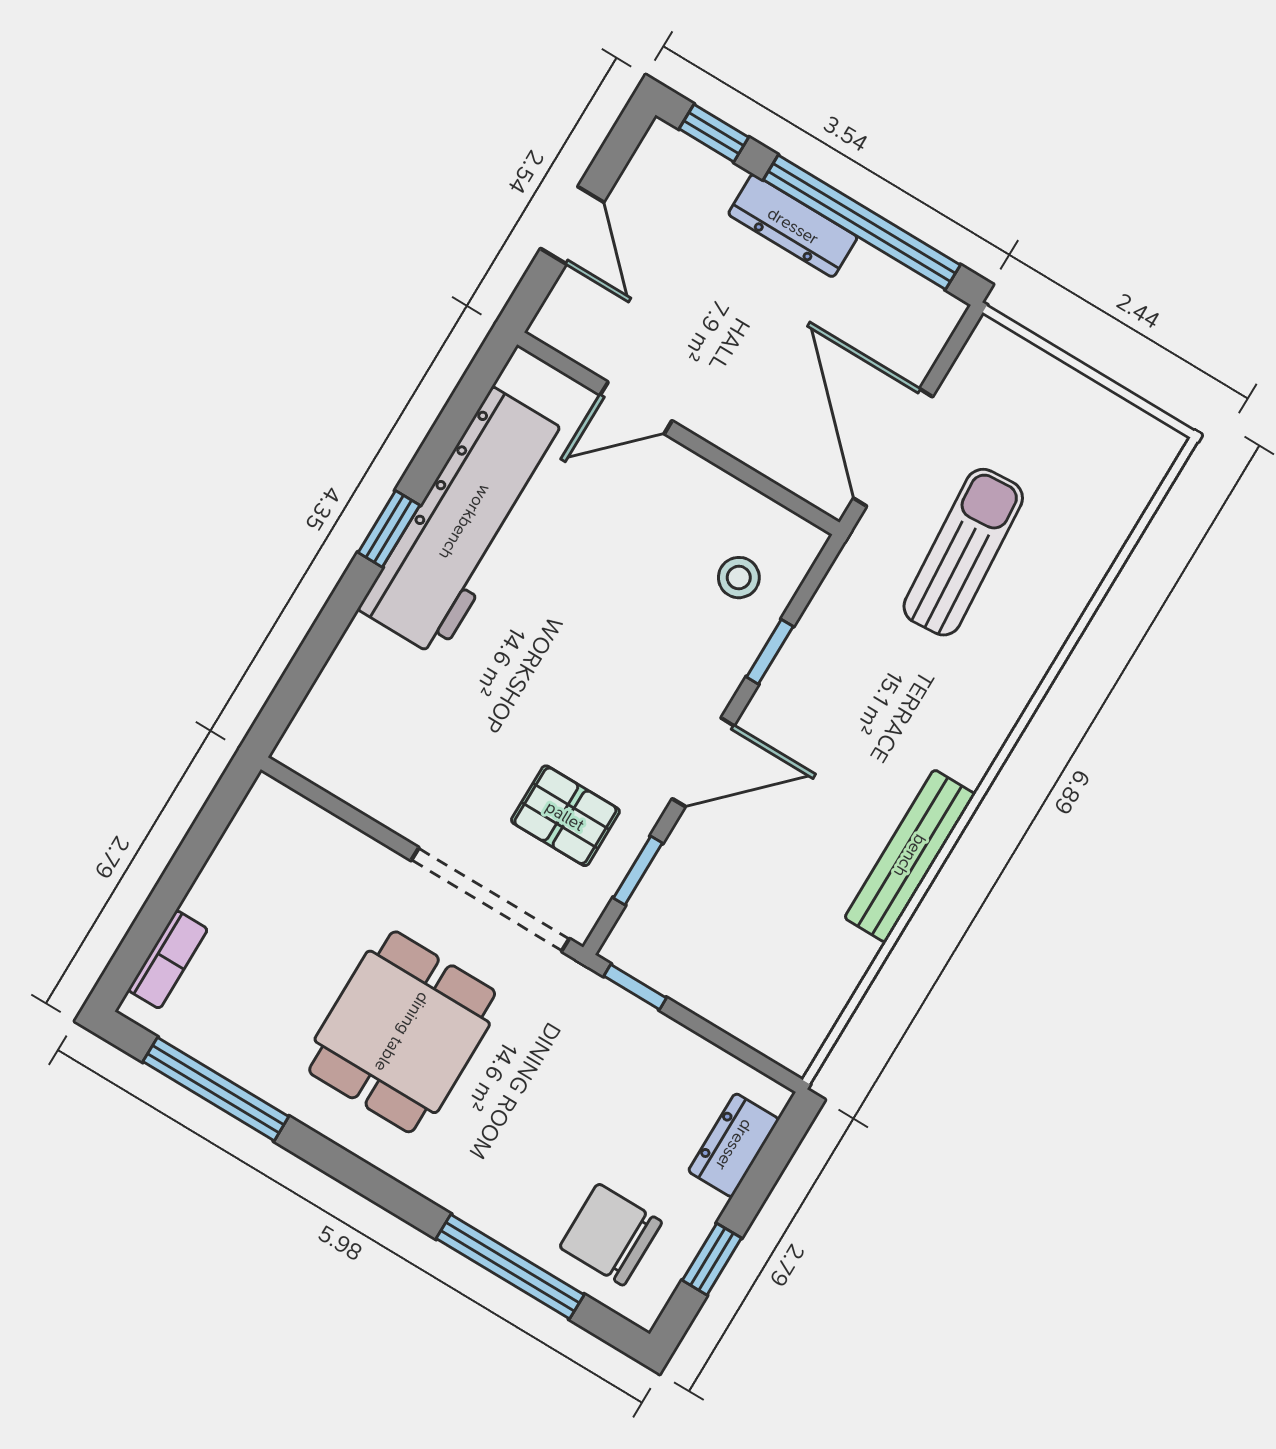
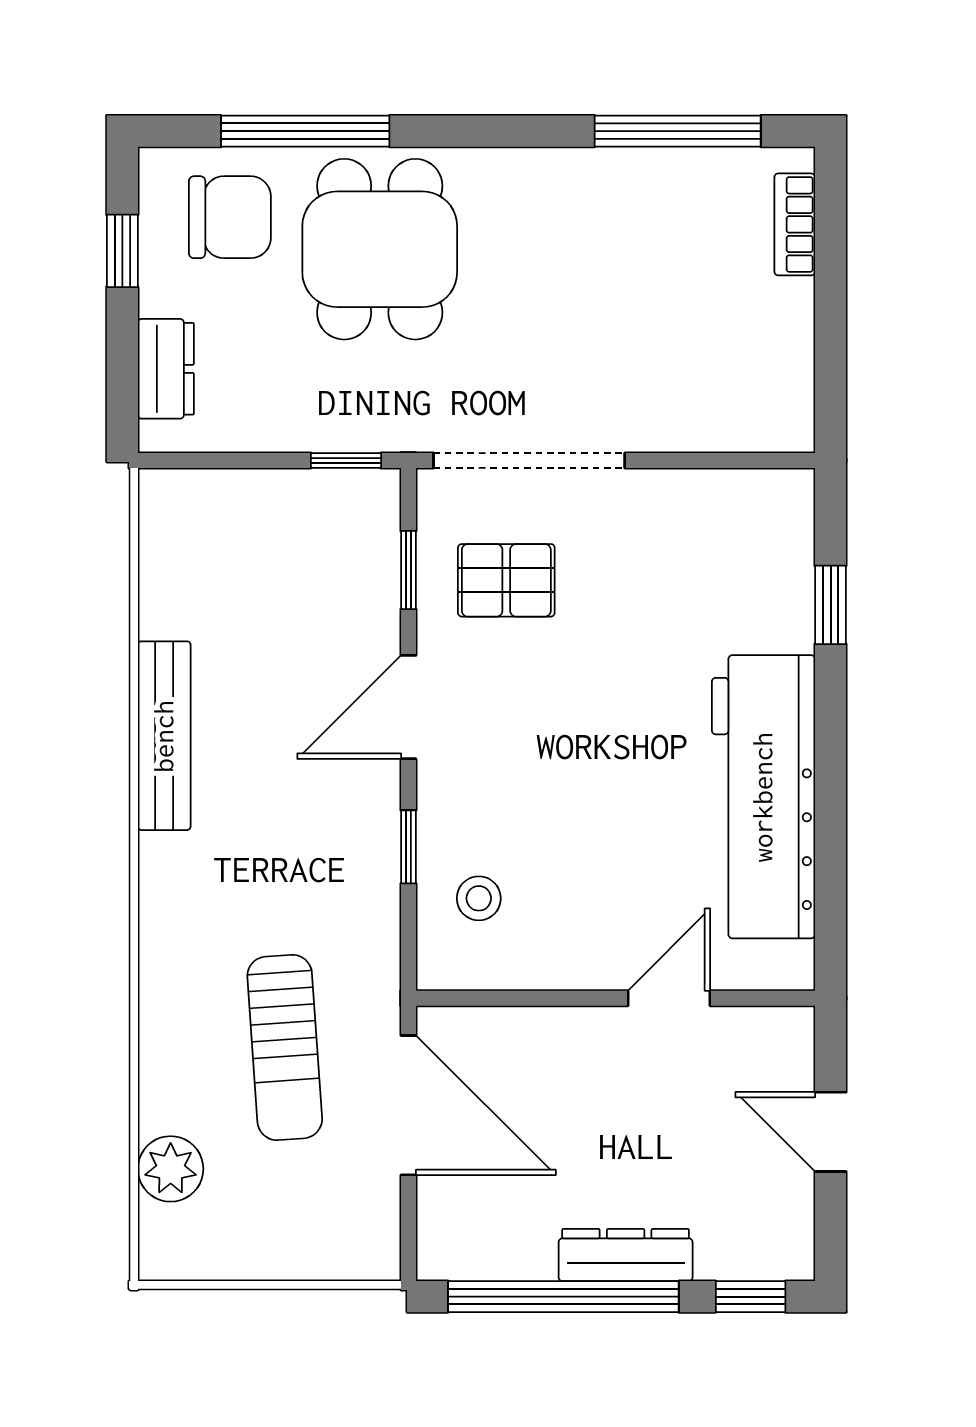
plant: (1111, 511) -> (171, 1169), added
window: (389, 529) -> (831, 605), moved
dining table: (402, 1032) -> (380, 249), moved

